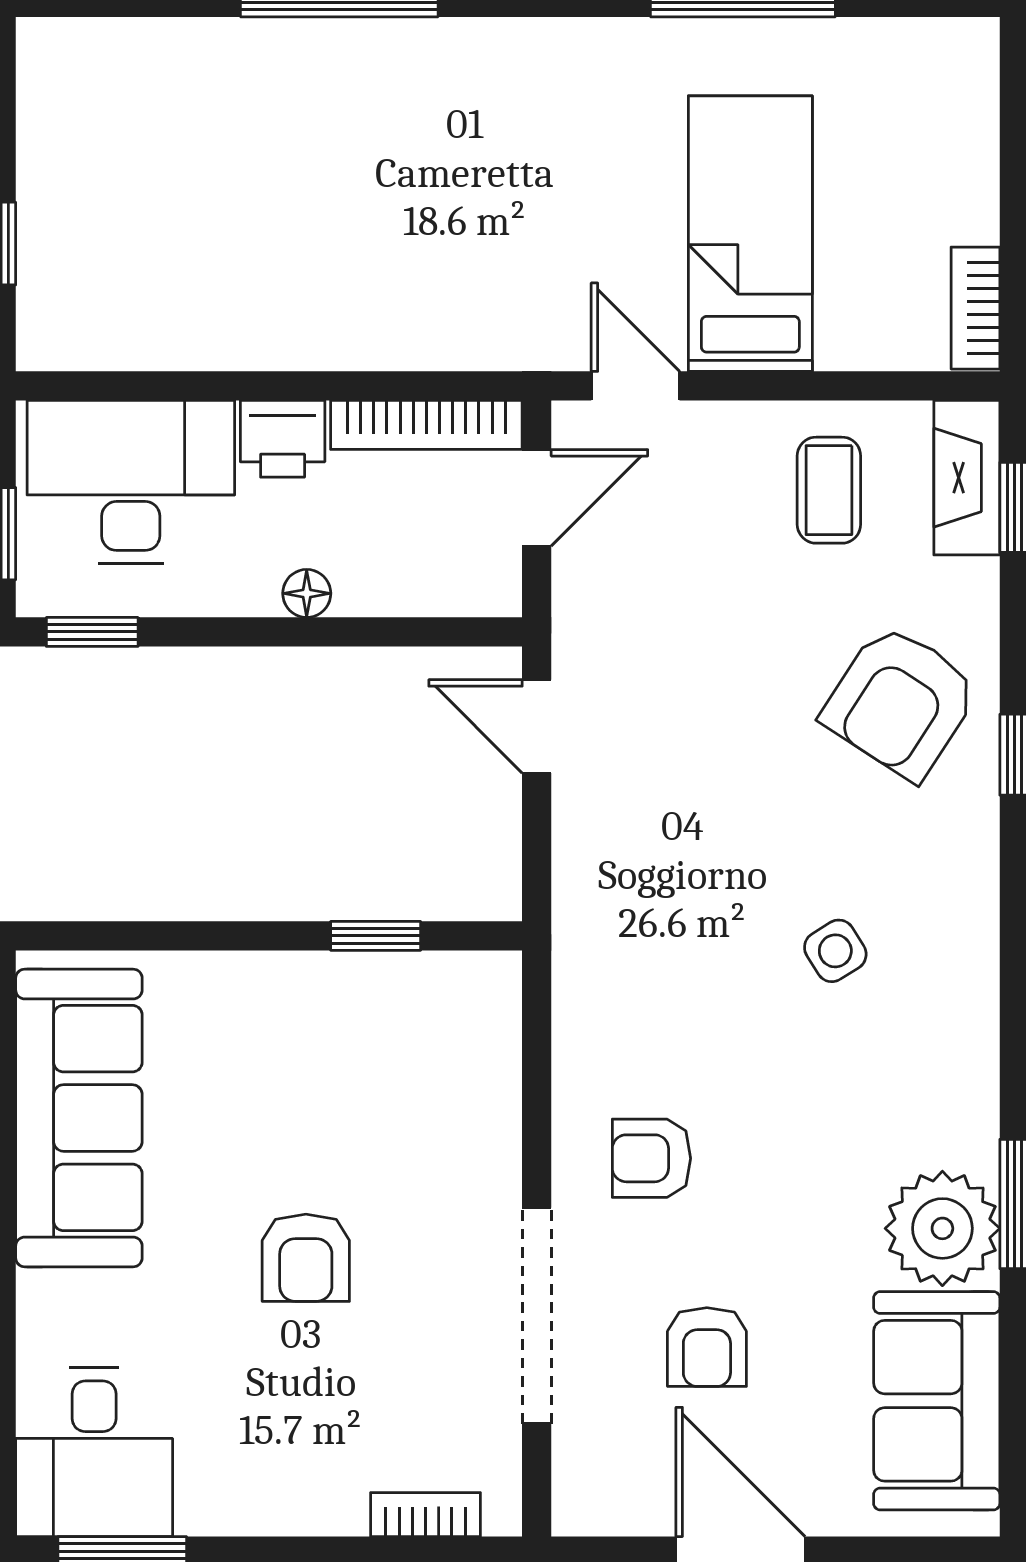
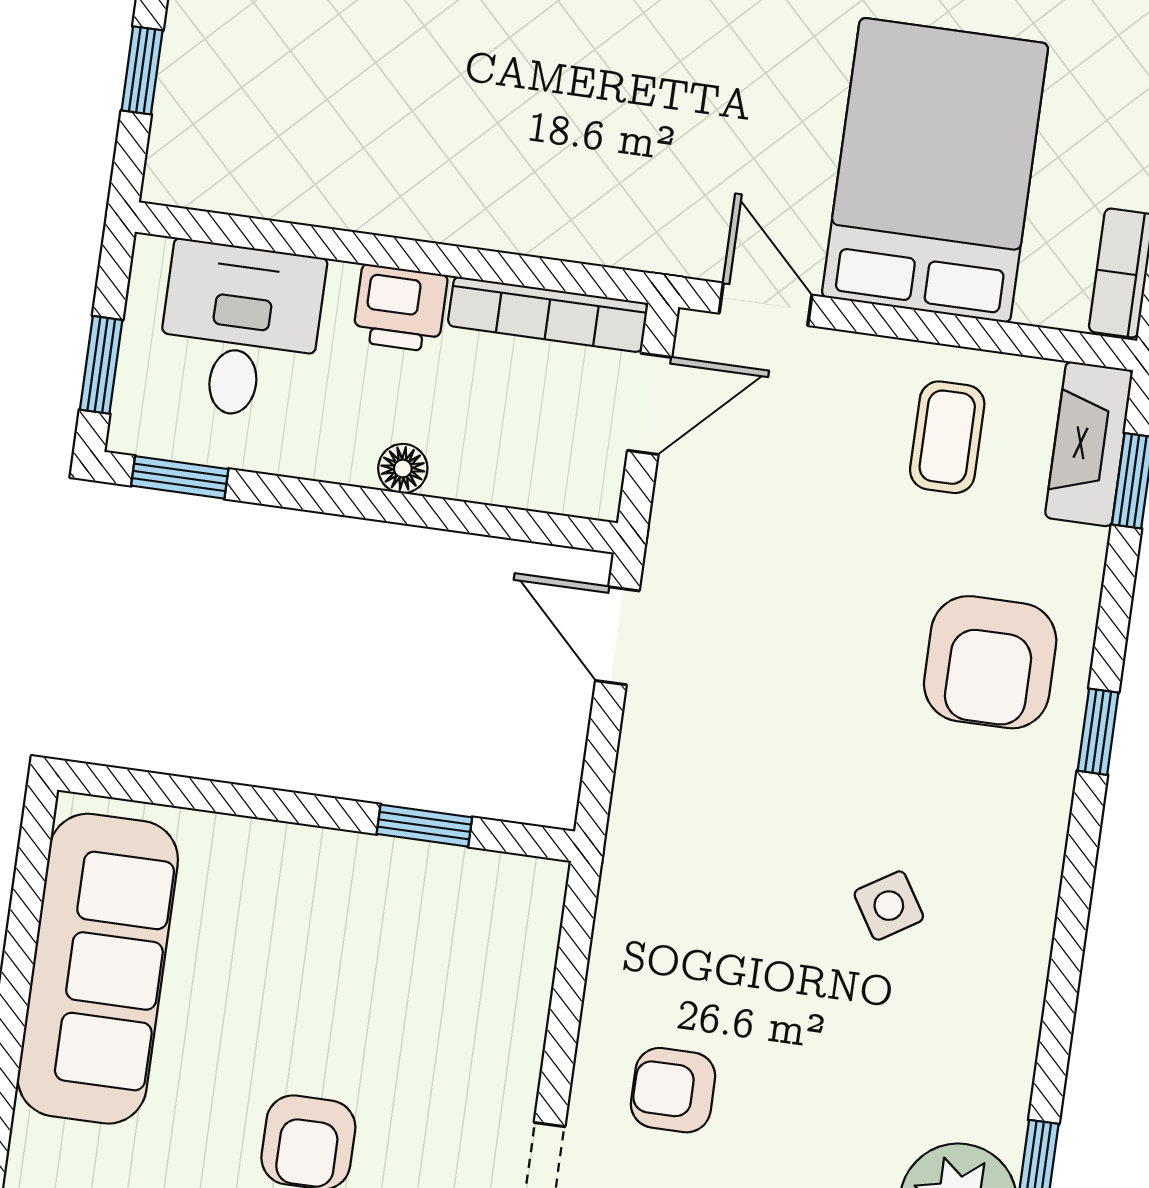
bed: (750, 234) -> (935, 170), width x1.50
desk: (131, 482) -> (240, 331), width x0.73
armchair: (901, 702) -> (990, 662), turned -33

